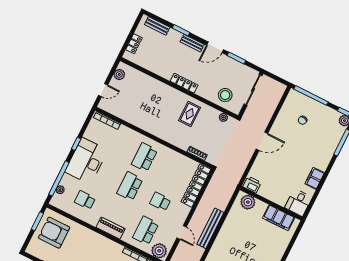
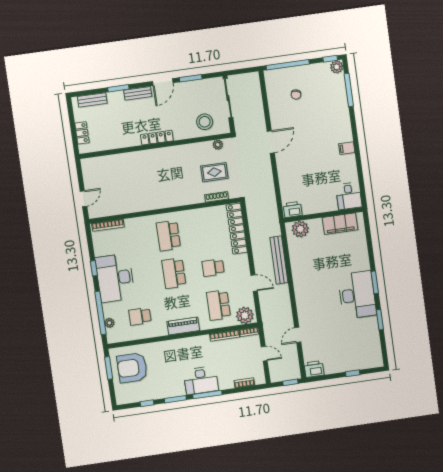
plant: (119, 74) -> (89, 173), removed
rug: (190, 114) -> (214, 172), moved, turned 90
filing cabinet: (315, 178) -> (347, 148), width x0.50
printer: (252, 185) -> (293, 210), moved
plant: (248, 202) -> (300, 229), moved
desk: (298, 202) -> (349, 196), moved
wall: (271, 203) -> (323, 215), moved
filing cabinet: (279, 218) -> (340, 224), moved

